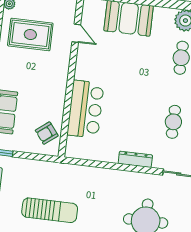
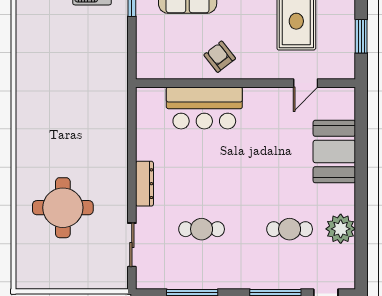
armchair: (47, 133) -> (220, 57), moved
sun lounger: (50, 210) -> (62, 76), removed

